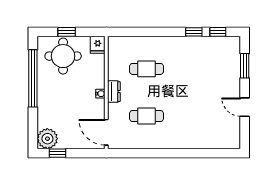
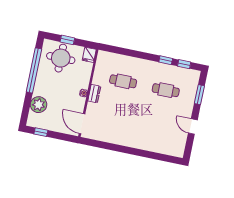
cafe table: (146, 116) -> (166, 90), moved
plant: (47, 139) -> (39, 105), moved

